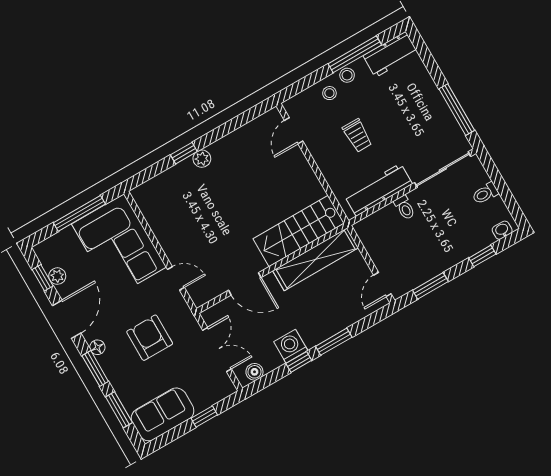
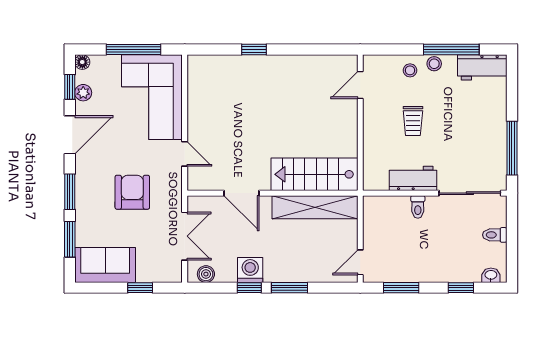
plant: (202, 159) -> (267, 63), removed
workbench: (378, 190) -> (413, 178), width x0.73
floor lamp: (97, 347) -> (82, 62), moved

